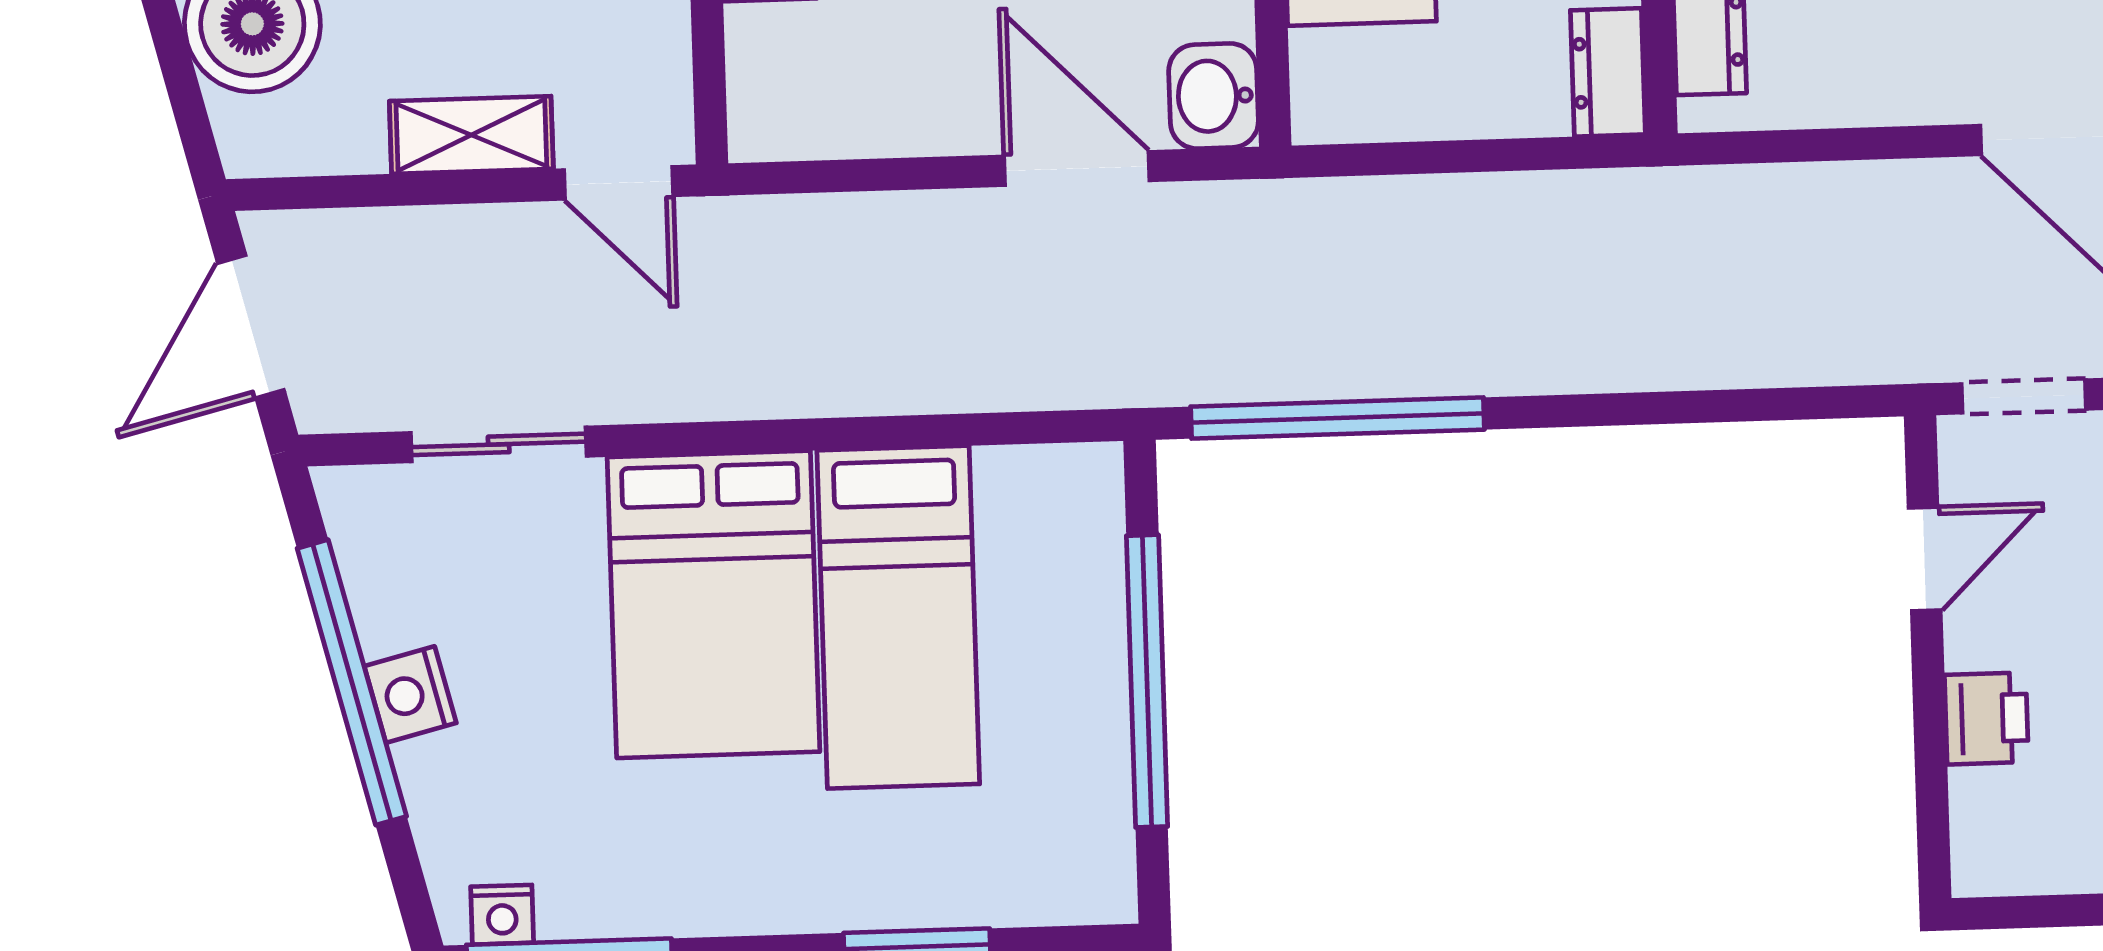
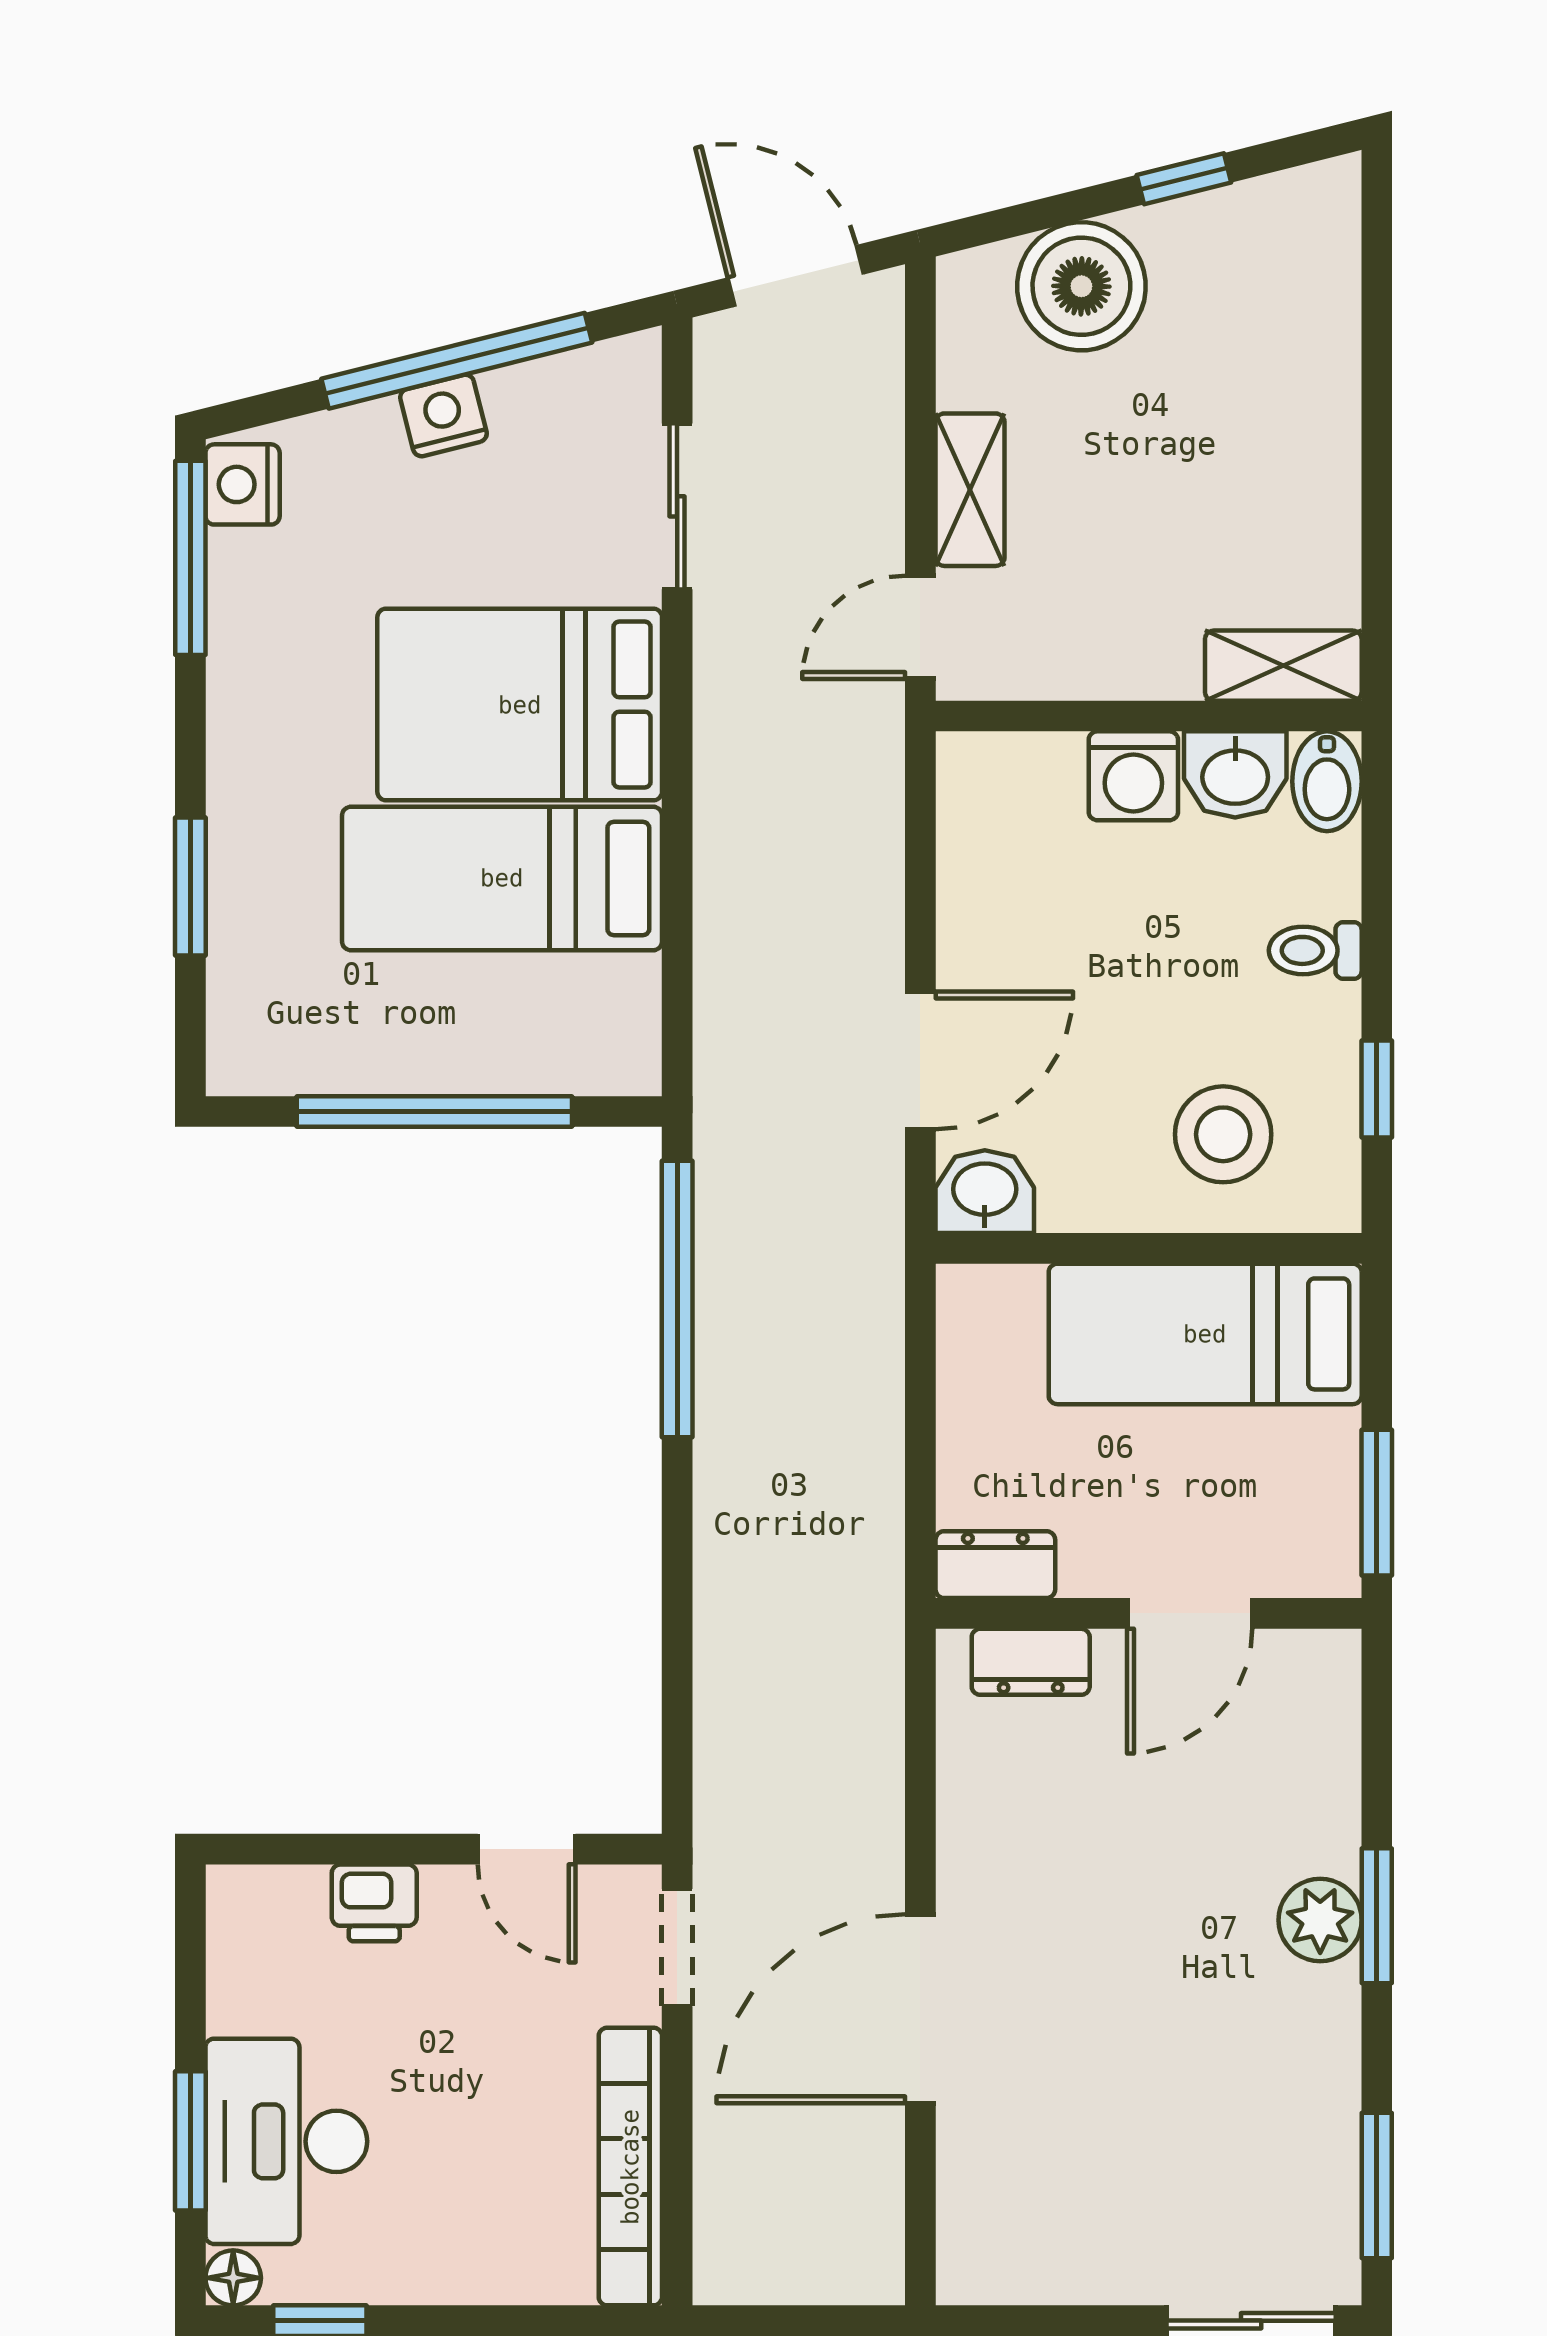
nightstand: (502, 915) -> (243, 484), width x1.39, depth x1.35

